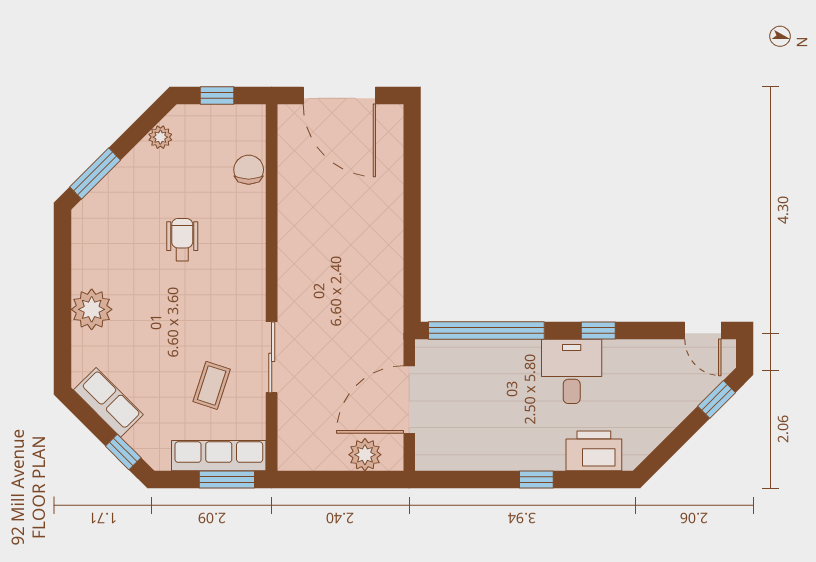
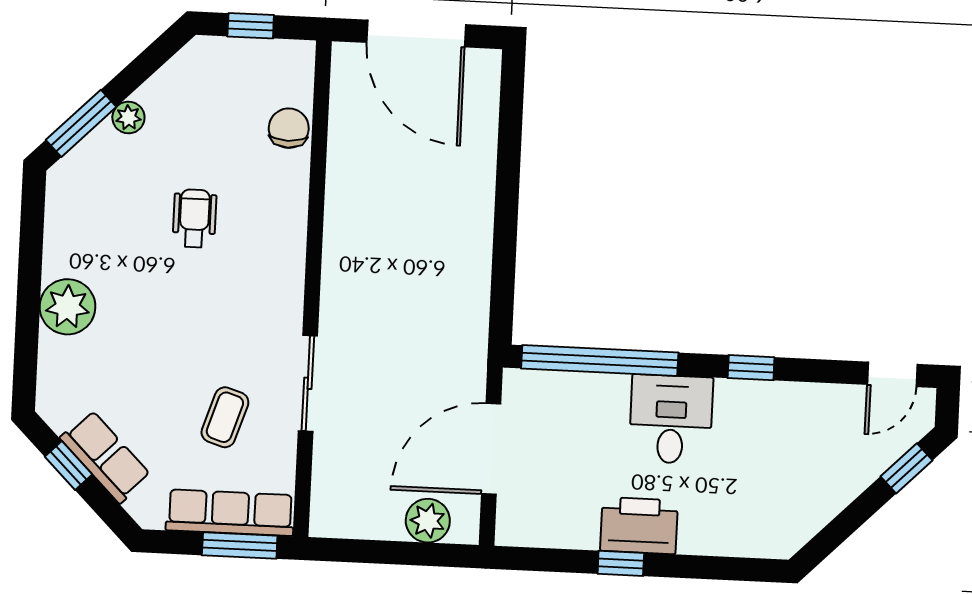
plant: (160, 137) -> (128, 118), moved
door: (703, 330) -> (892, 374), hinge flipped
desk: (572, 371) -> (671, 419), moved
row of seats: (108, 402) -> (105, 457), moved
printer: (594, 451) -> (639, 526), moved
window: (123, 452) -> (68, 466), moved
window: (536, 480) -> (621, 563), moved

